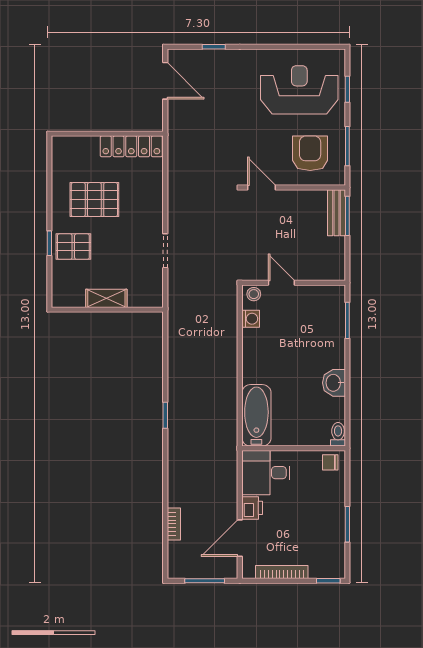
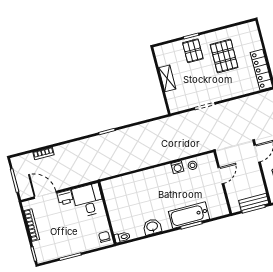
door: (281, 283) -> (221, 176), moved
wall: (294, 283) -> (223, 183), moved
bathtub: (256, 415) -> (189, 215), moved, turned 180

